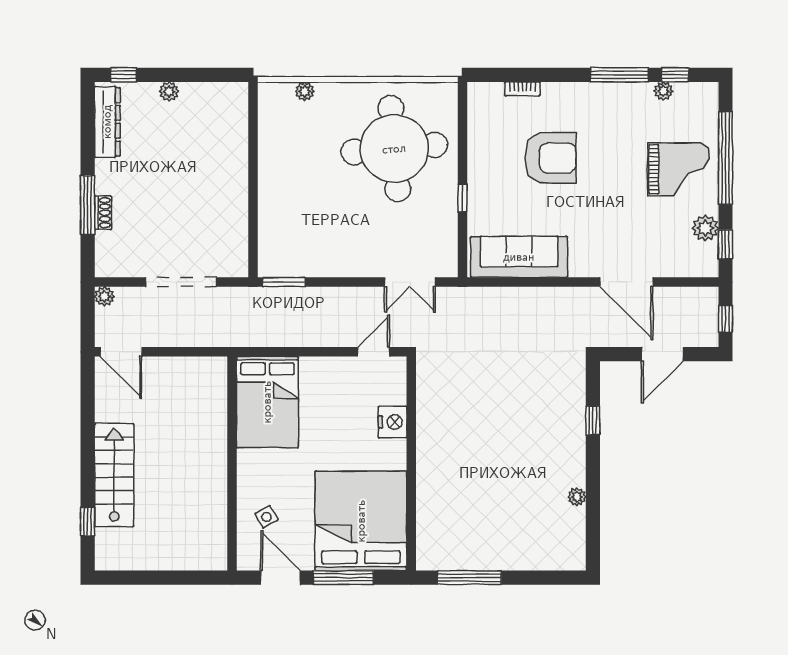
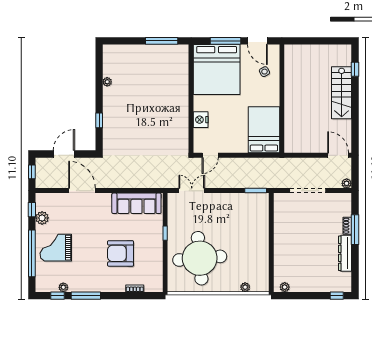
plant: (169, 91) -> (285, 287), moved
dresser: (107, 122) -> (345, 253), moved

